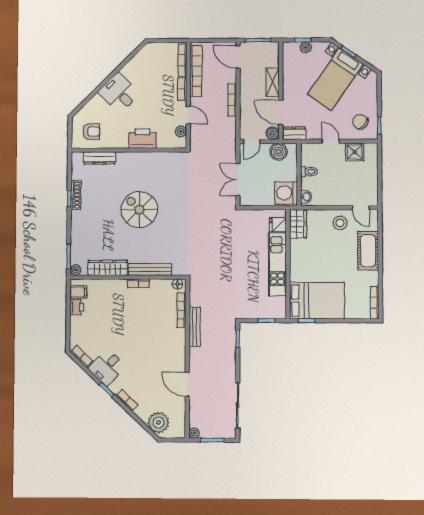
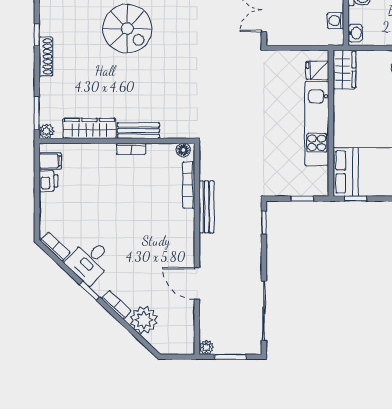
washing machine: (286, 193) -> (336, 21), width x0.53, depth x0.53
shoe rack: (76, 195) -> (46, 56), moved
spiral stairs: (139, 210) -> (127, 29), moved, turned 180
bench: (150, 269) -> (138, 131), width x0.73
plant: (158, 423) -> (144, 320), moved

